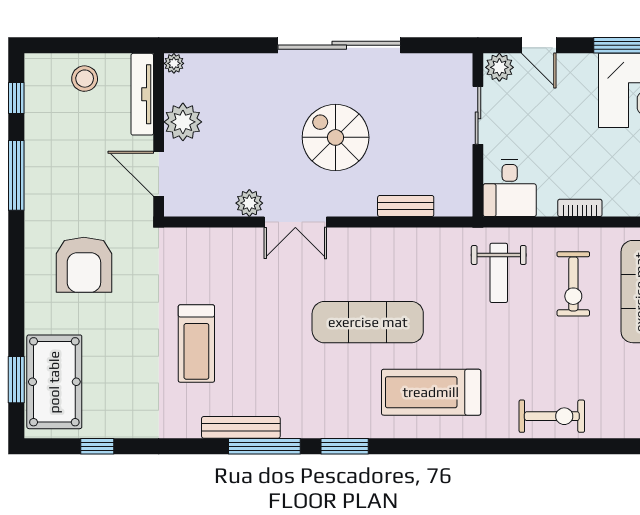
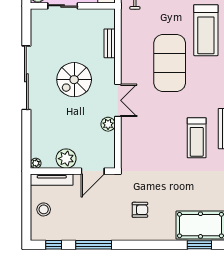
armchair: (84, 265) -> (140, 210), width x0.53, depth x0.53
exercise mat: (368, 322) -> (170, 63), width x1.47
treadmill: (196, 344) -> (197, 138), moved, turned 90

